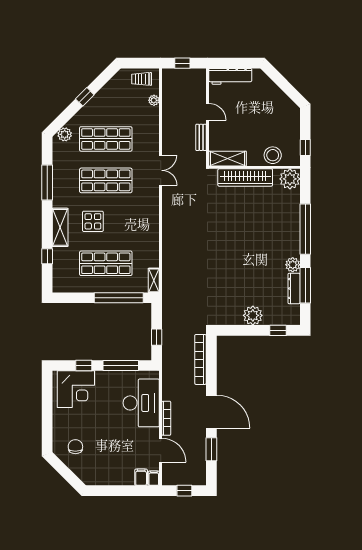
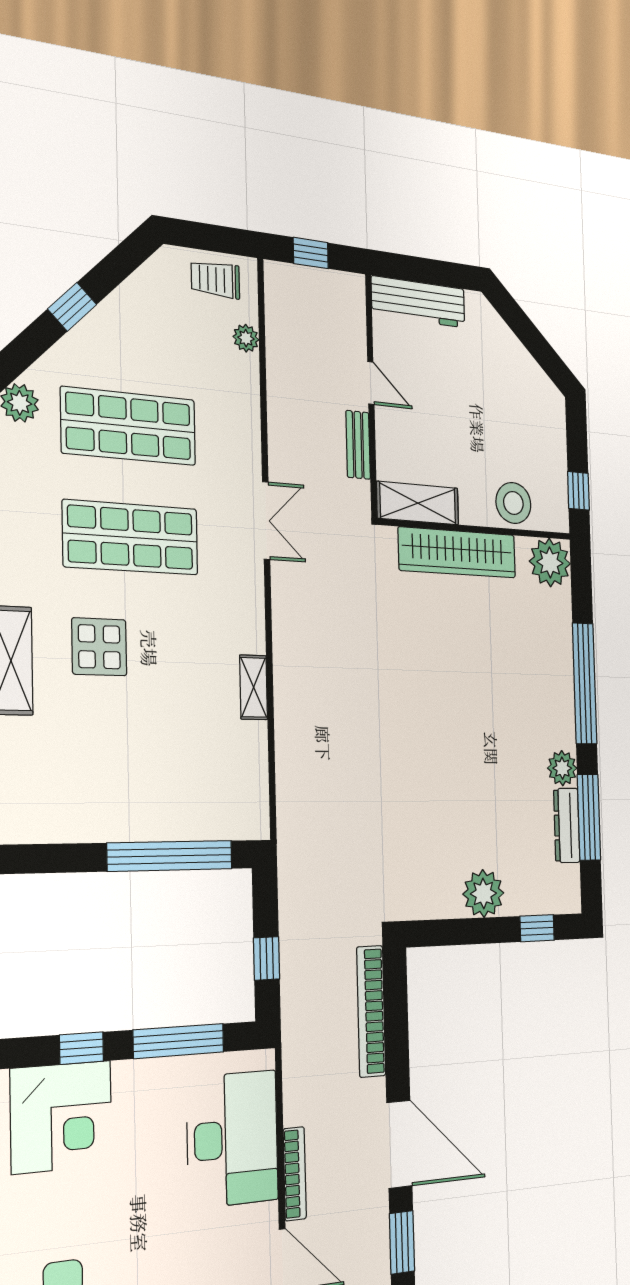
shop shelf: (106, 263) -> (135, 762), removed
shelving: (154, 280) -> (254, 687), moved

